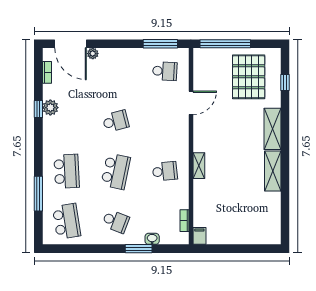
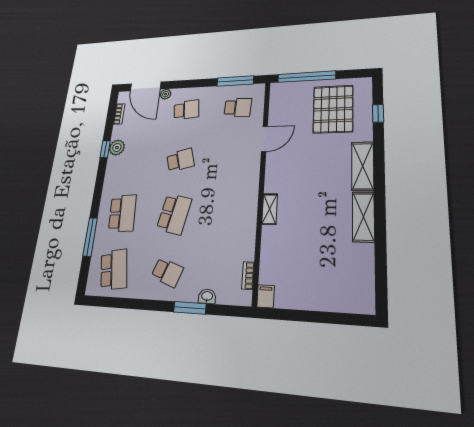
school desk: (165, 171) -> (186, 110), moved

